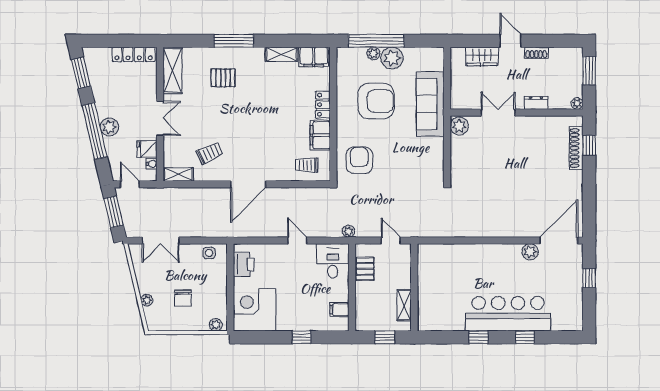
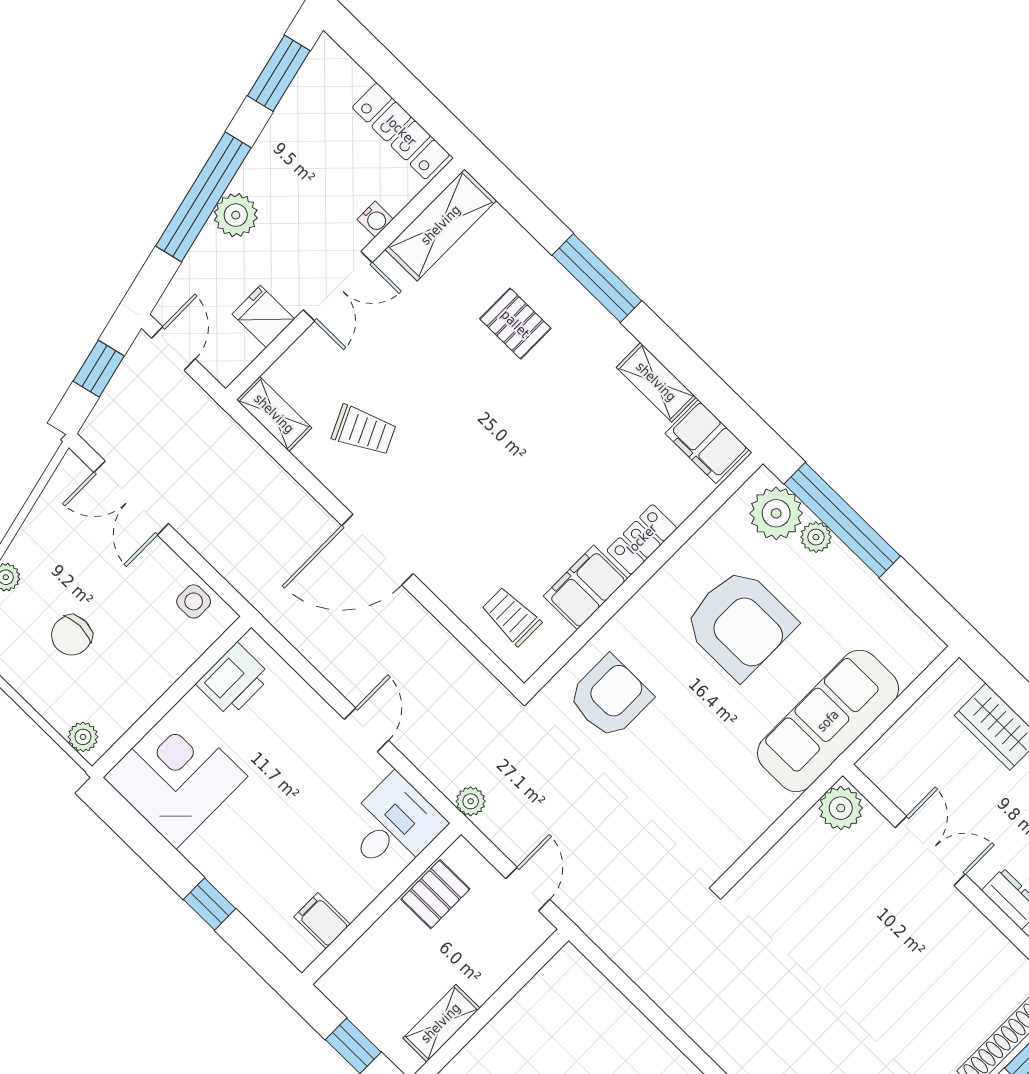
plant: (392, 58) -> (776, 513), moved
water cooler: (152, 164) -> (375, 219), moved
window: (114, 212) -> (99, 369), width x0.67

